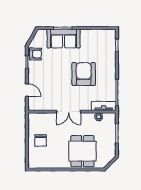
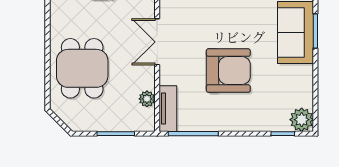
plant: (110, 35) -> (302, 120), added
dining table: (82, 151) -> (82, 68), turned 90

